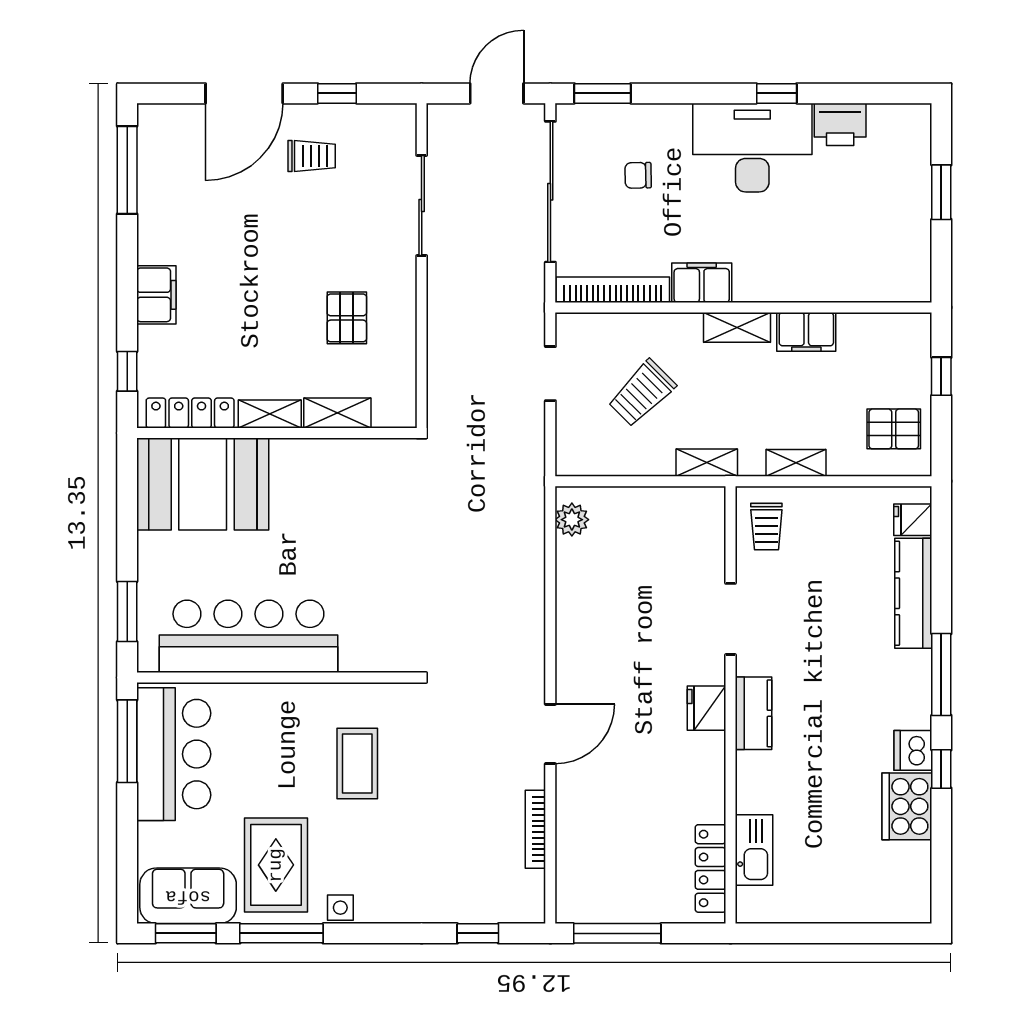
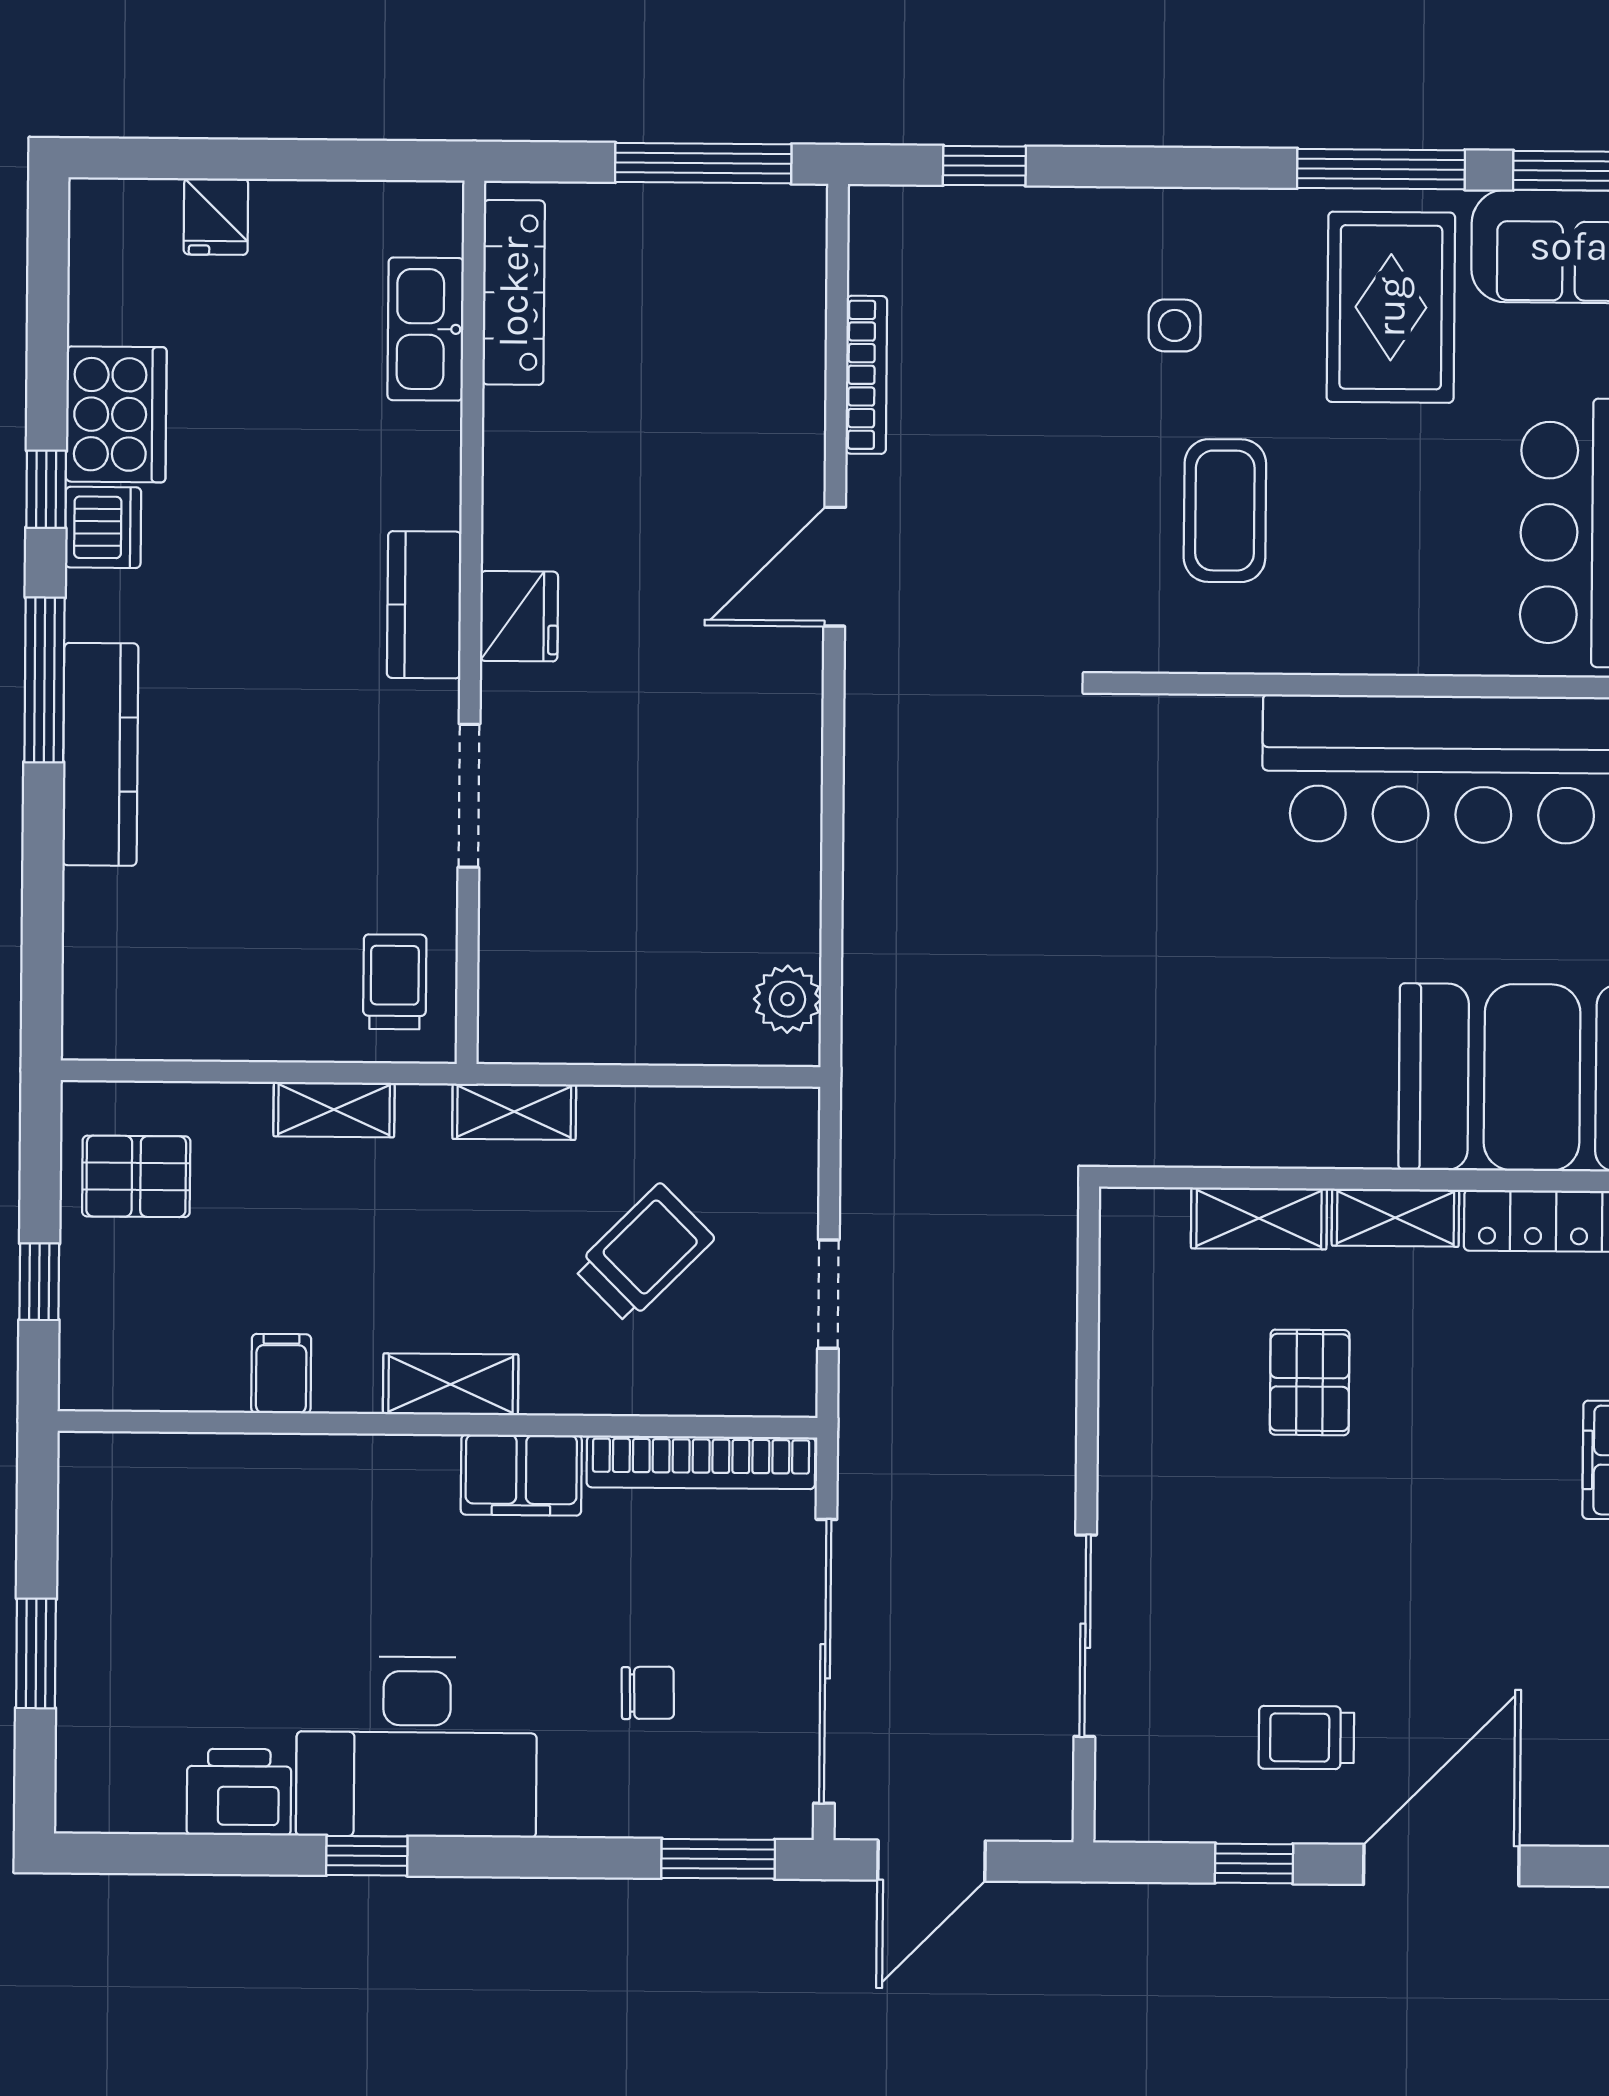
pallet: (347, 318) -> (1310, 1382), moved
filing cabinet: (806, 332) -> (281, 1374), width x0.50
fridge: (913, 520) -> (216, 217), moved, turned 90
kitchen counter: (913, 593) -> (100, 754), moved
side table: (340, 908) -> (1175, 325), moved

